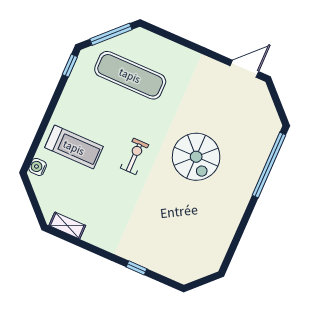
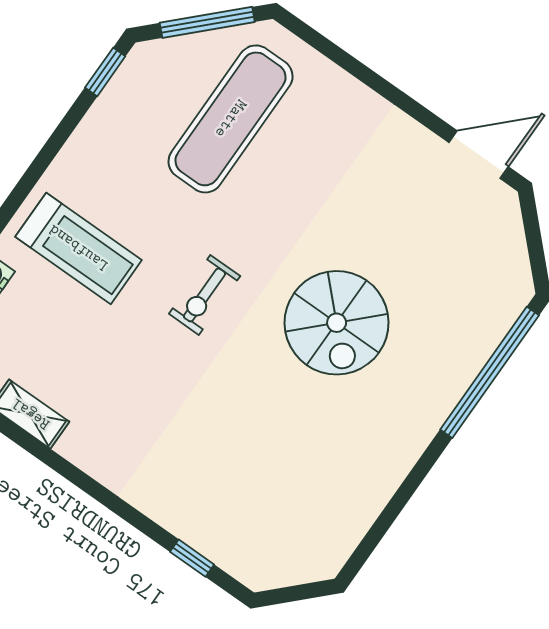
exercise mat: (130, 75) -> (231, 119), turned 90
exercise bike: (135, 156) -> (205, 295), turned 180
window: (136, 268) -> (192, 558), moved

